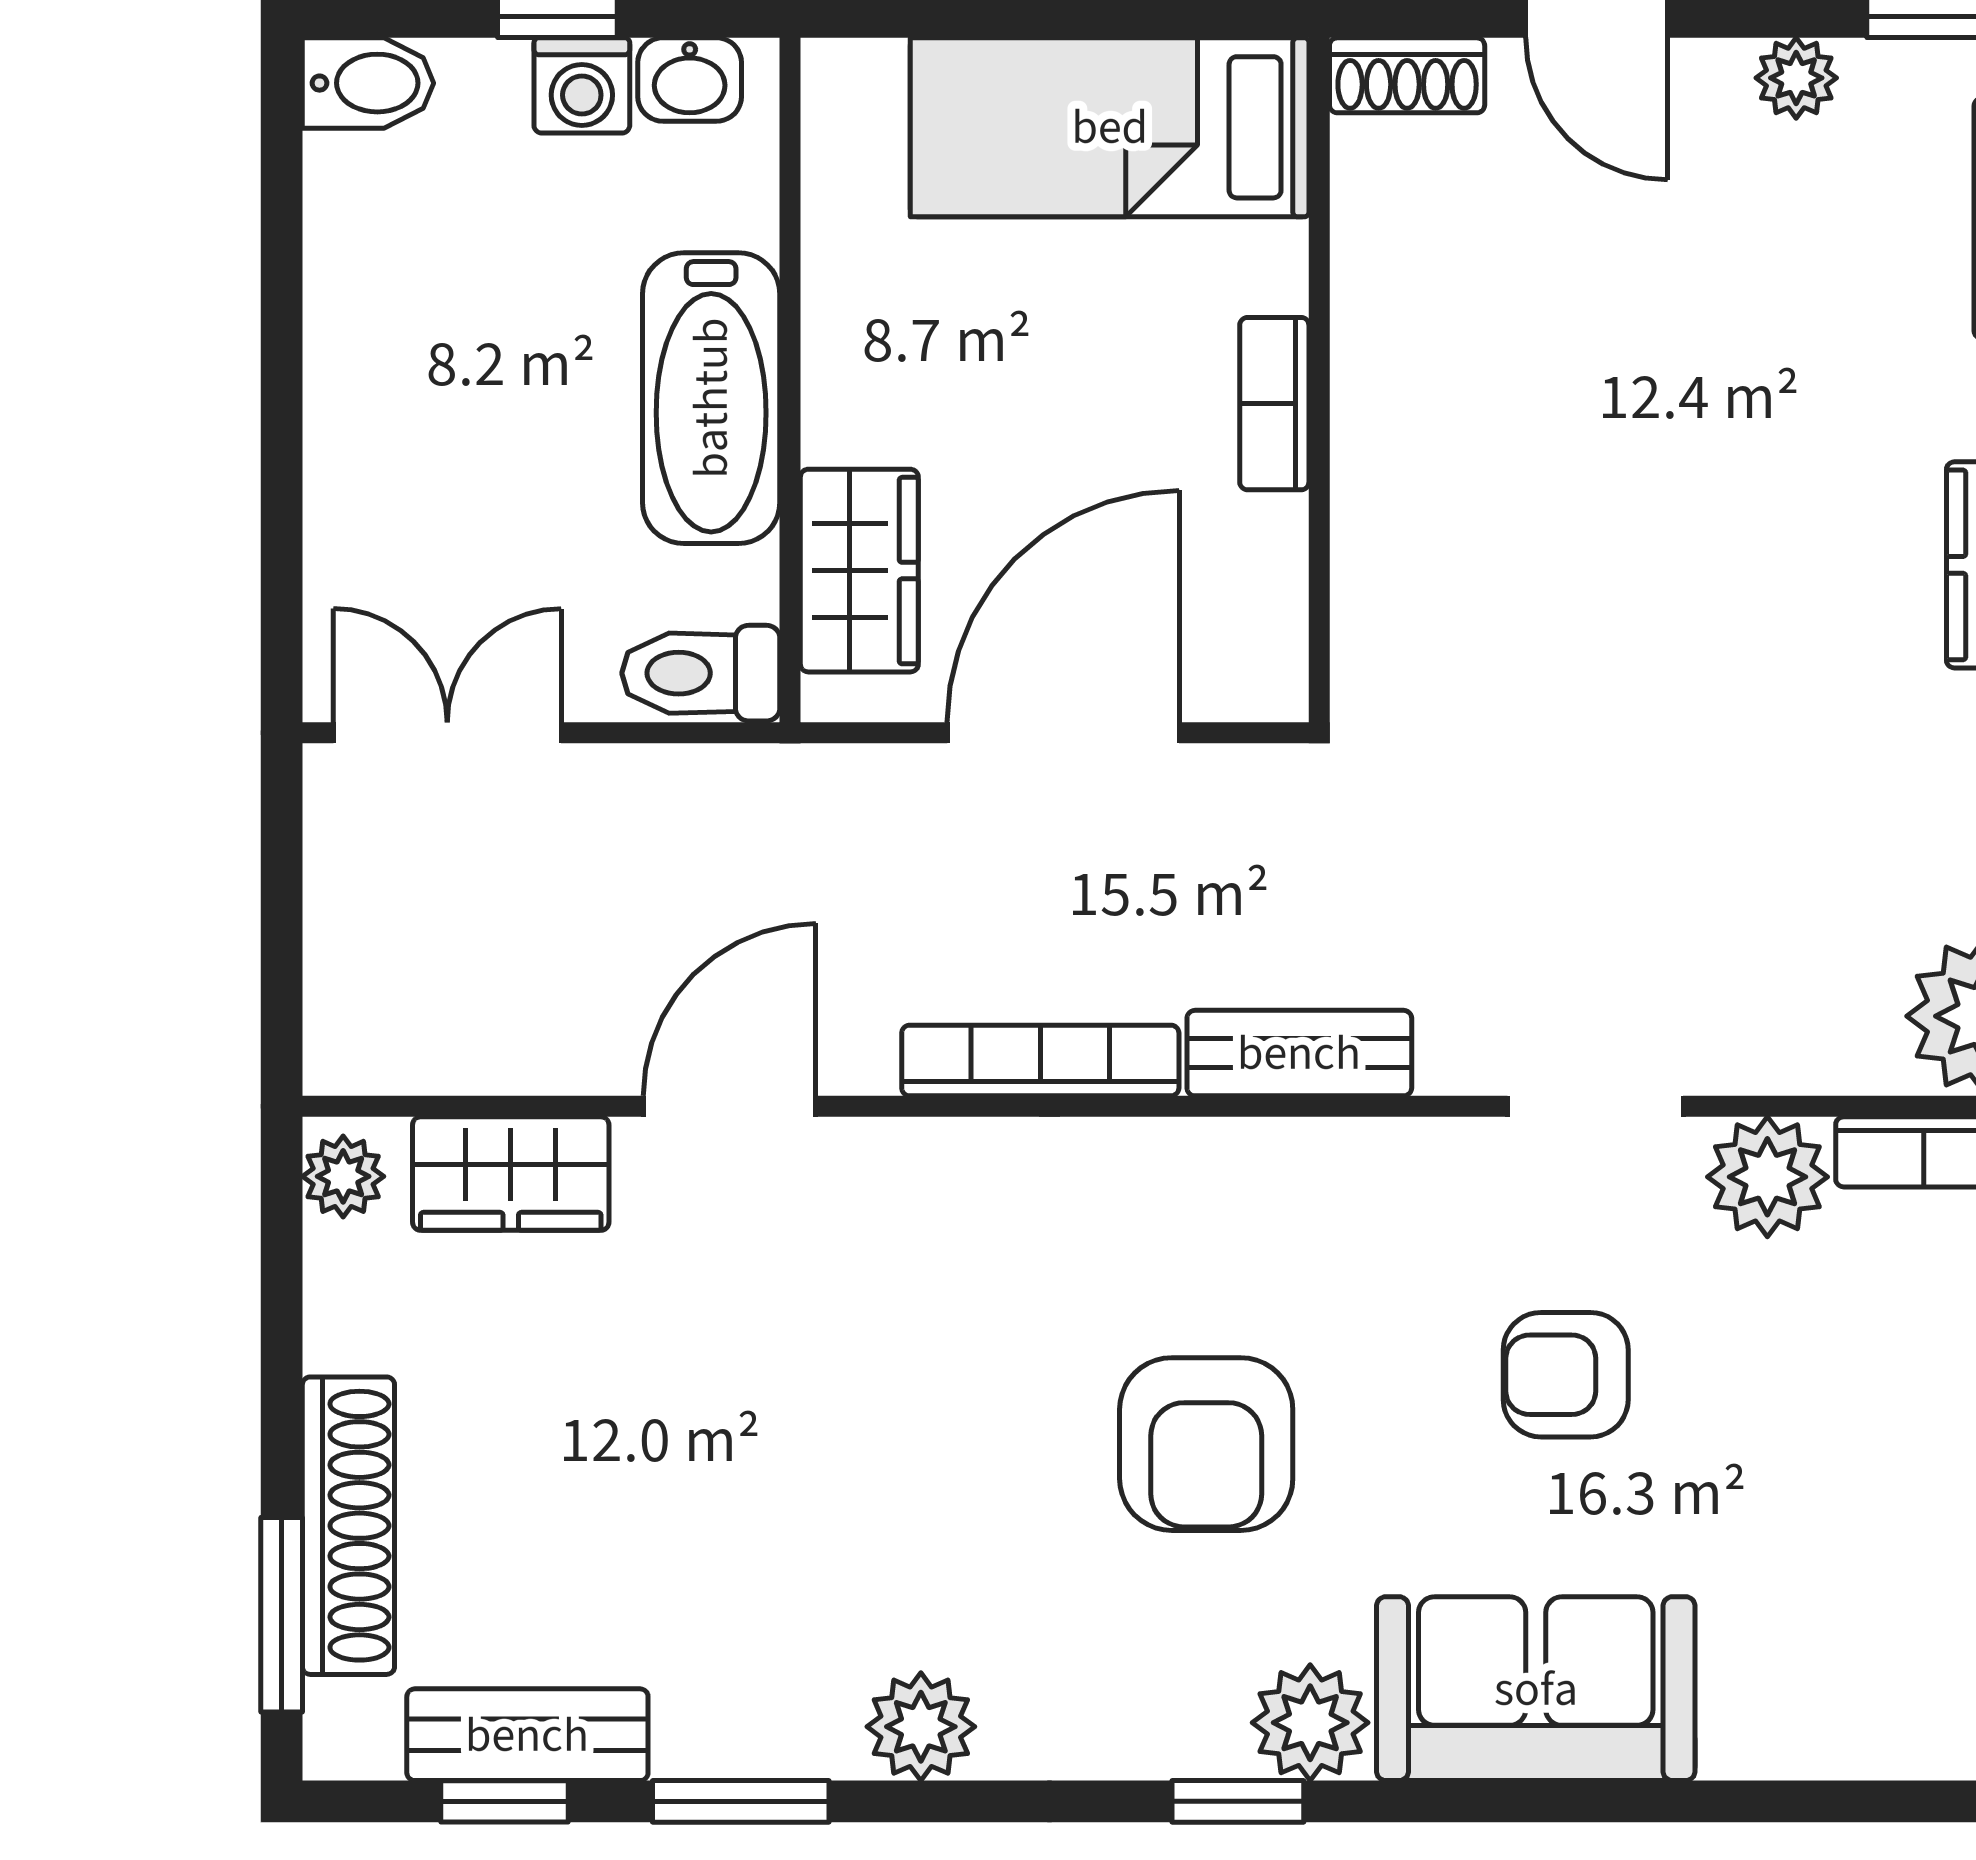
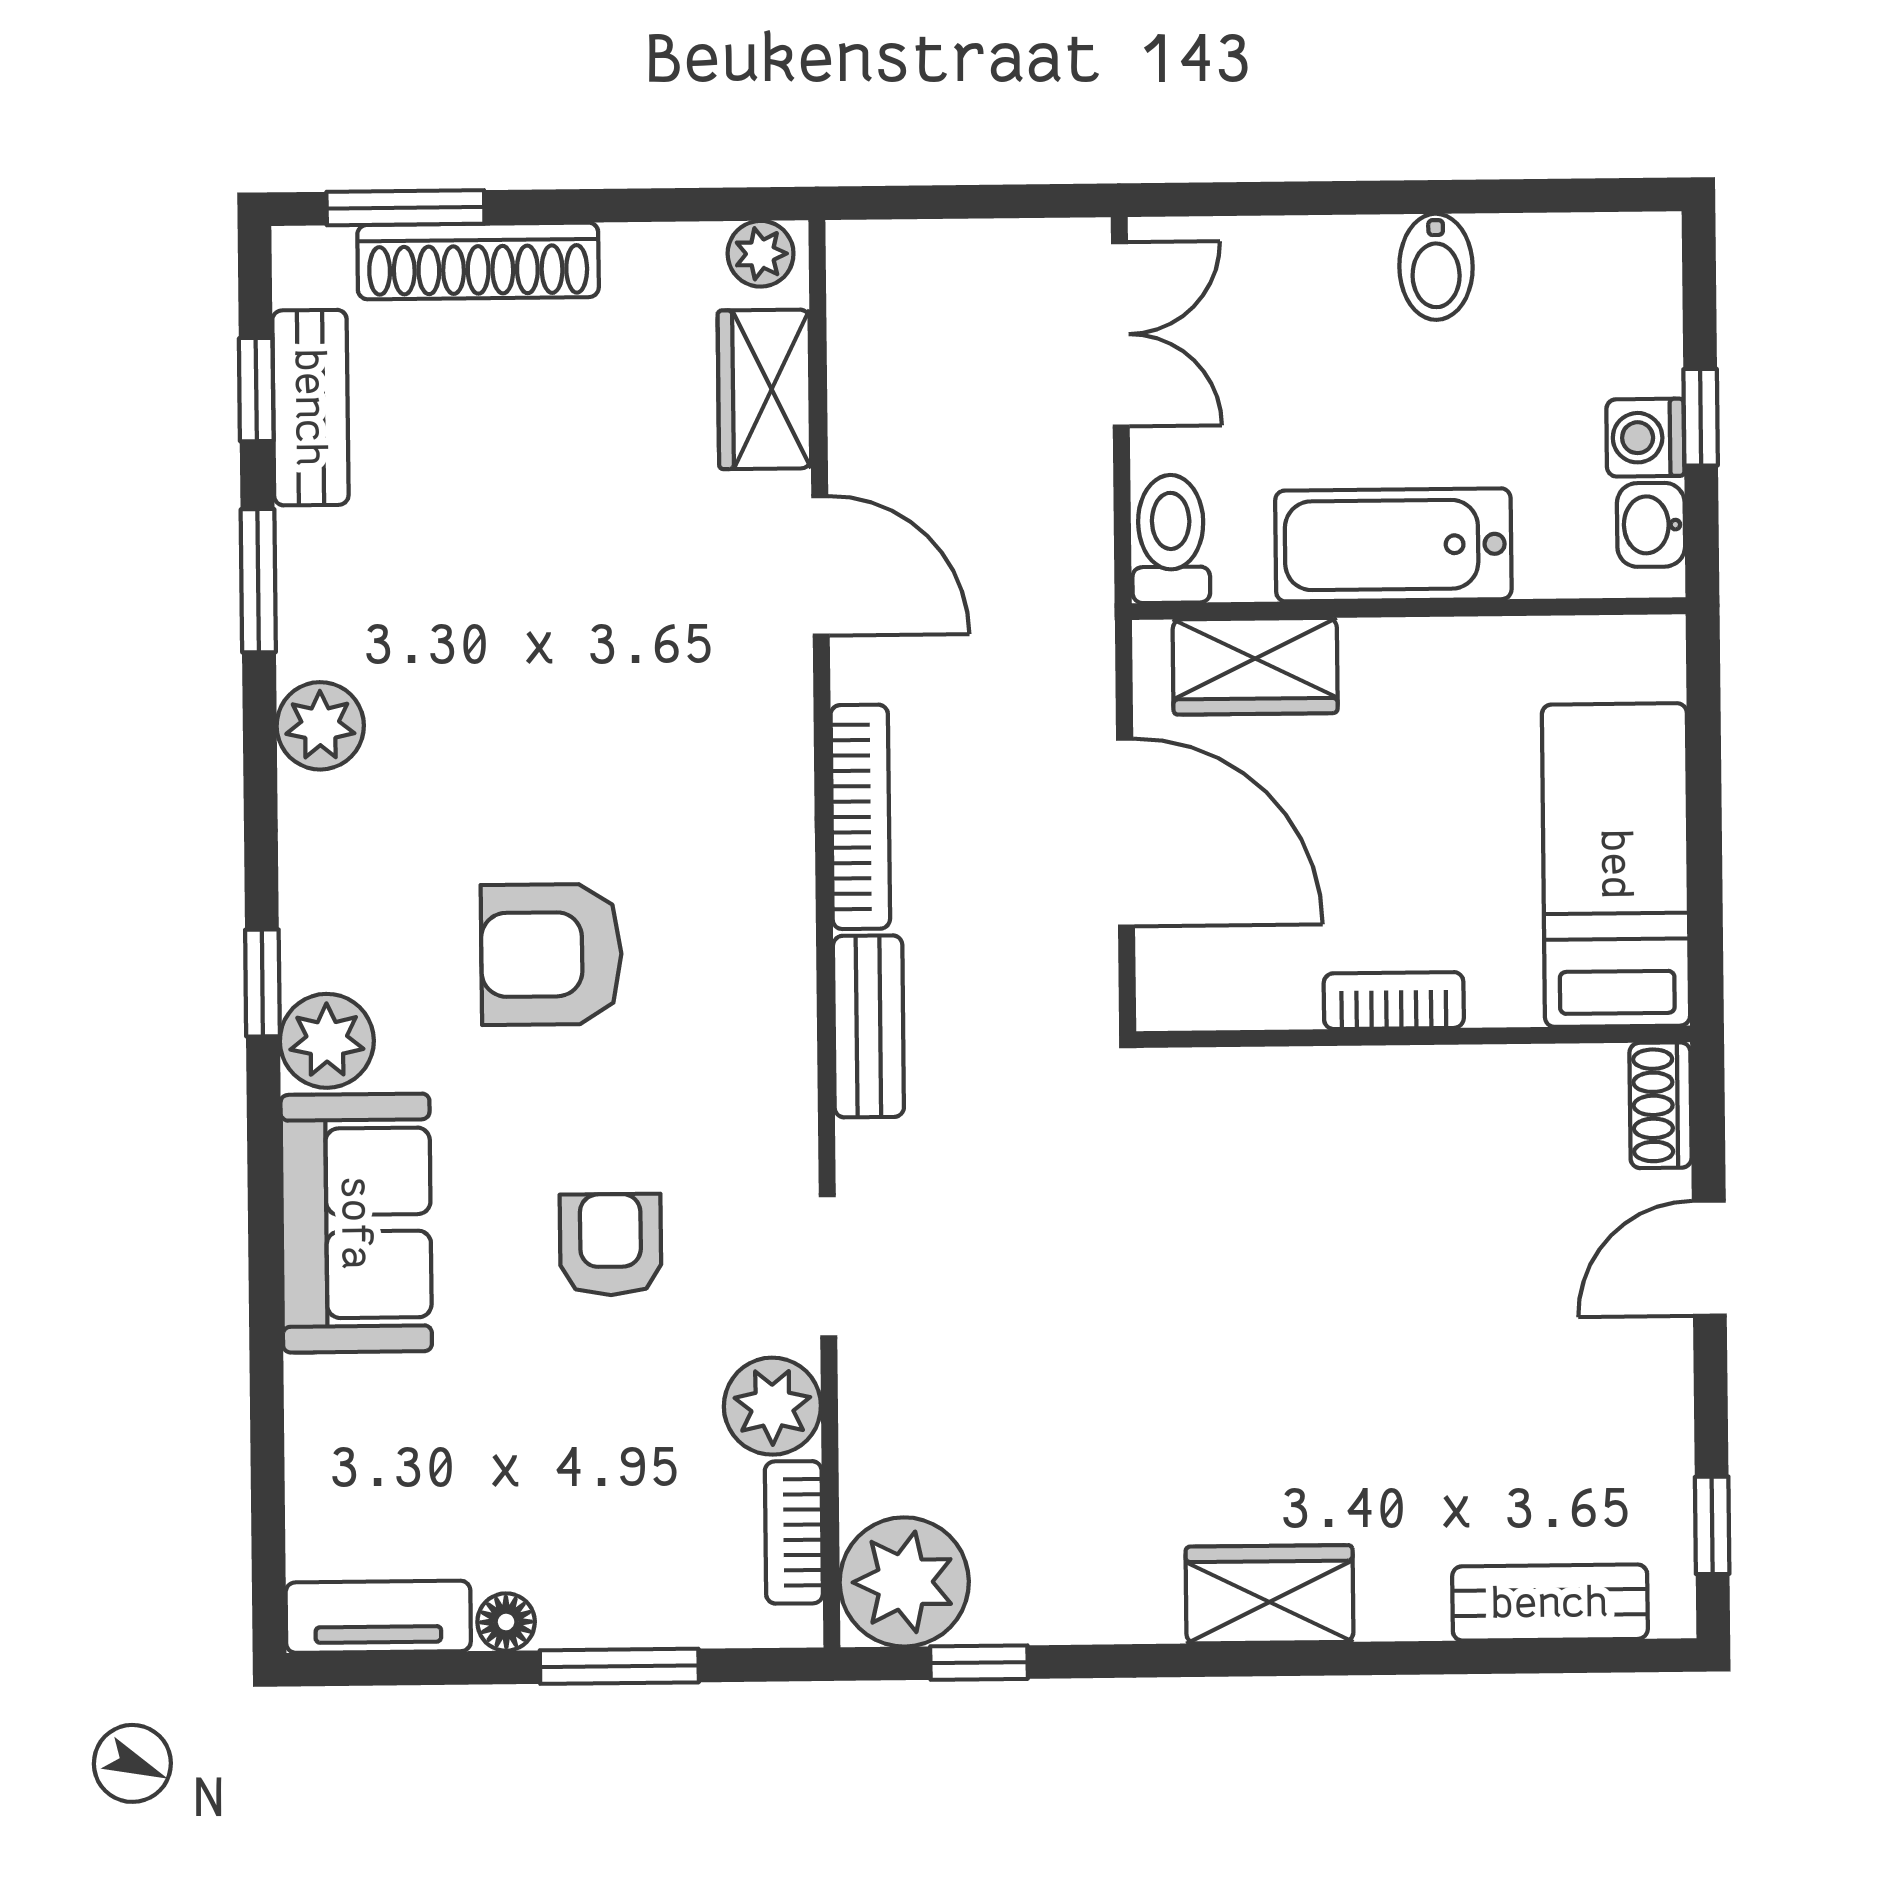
plant: (1796, 78) -> (1662, 1420), removed
bidet: (368, 83) -> (1436, 267), moved

